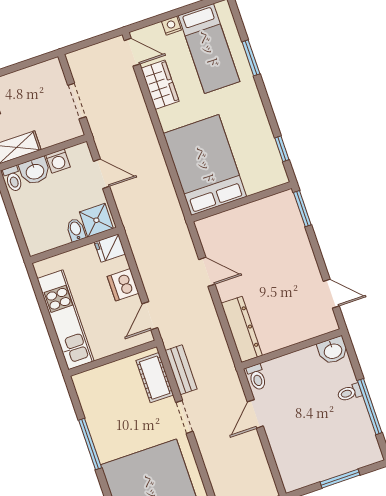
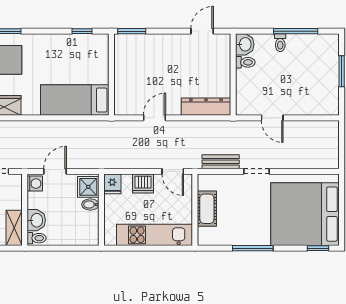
washing machine: (58, 161) -> (35, 184), moved
bed: (205, 165) -> (75, 100), width x0.67
toilet: (257, 377) -> (245, 62), moved
cot: (155, 378) -> (207, 209), moved, turned 90

